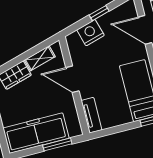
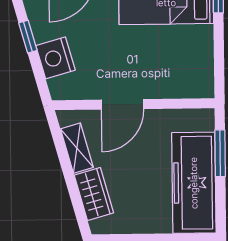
tv unit: (91, 115) -> (187, 88), removed

